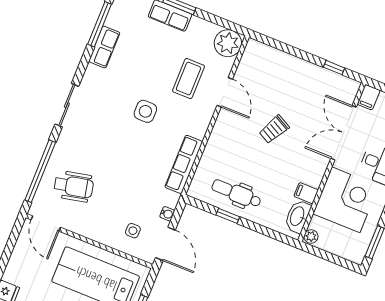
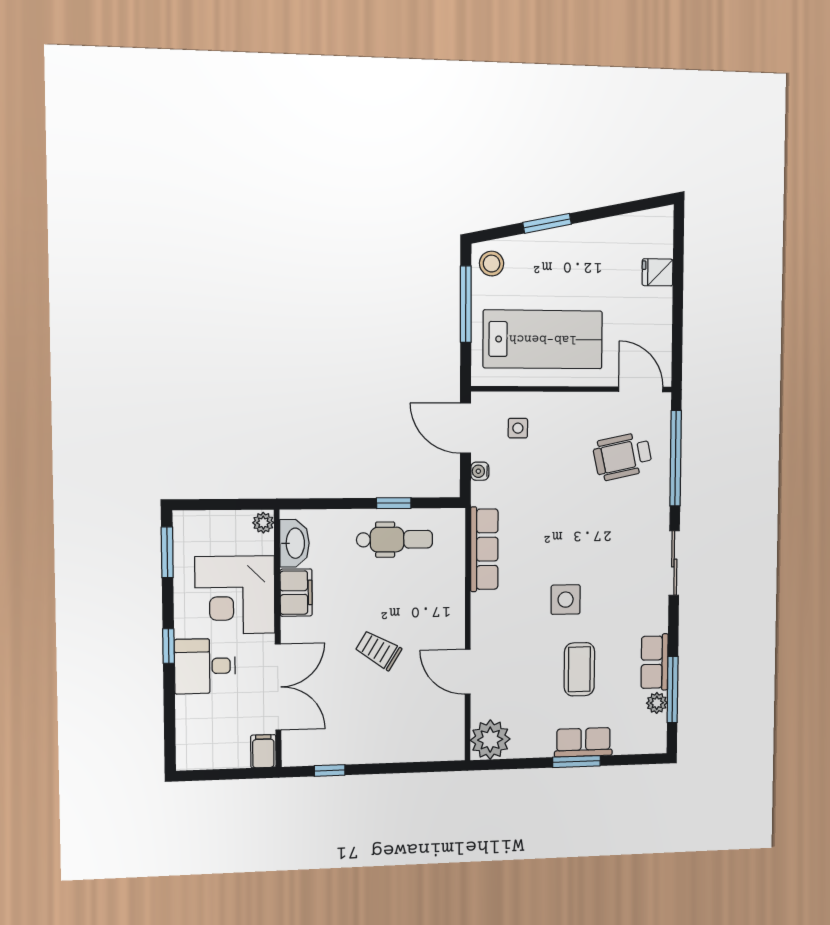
plant: (113, 20) -> (657, 703), added
coffee table: (188, 79) -> (579, 669), moved
trolley: (274, 129) -> (378, 650), turned -87
filing cabinet: (306, 193) -> (296, 593), width x2.00

